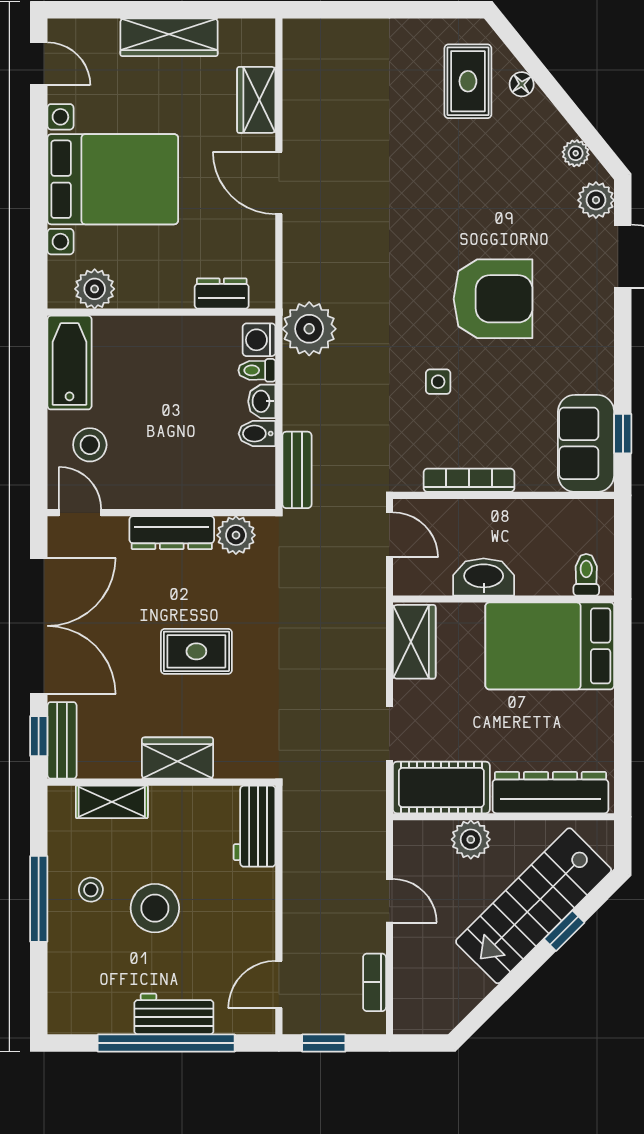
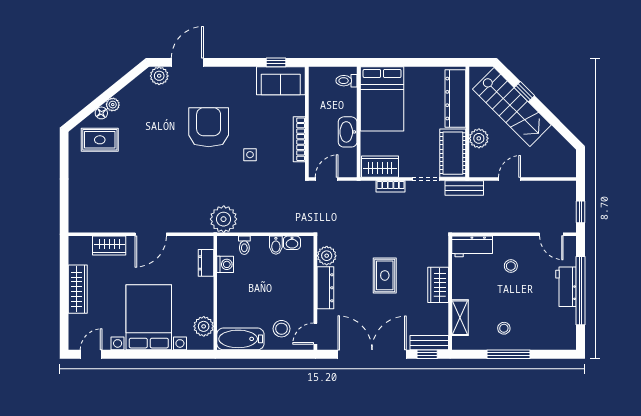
plant: (576, 153) -> (113, 105), moved
washing machine: (259, 340) -> (225, 264), moved, turned -90
washbasin: (262, 401) -> (292, 243), moved
bench: (297, 470) -> (464, 188), moved
stool: (155, 908) -> (511, 266), moved, width x0.53, depth x0.53
bookcase: (375, 982) -> (391, 186), moved

